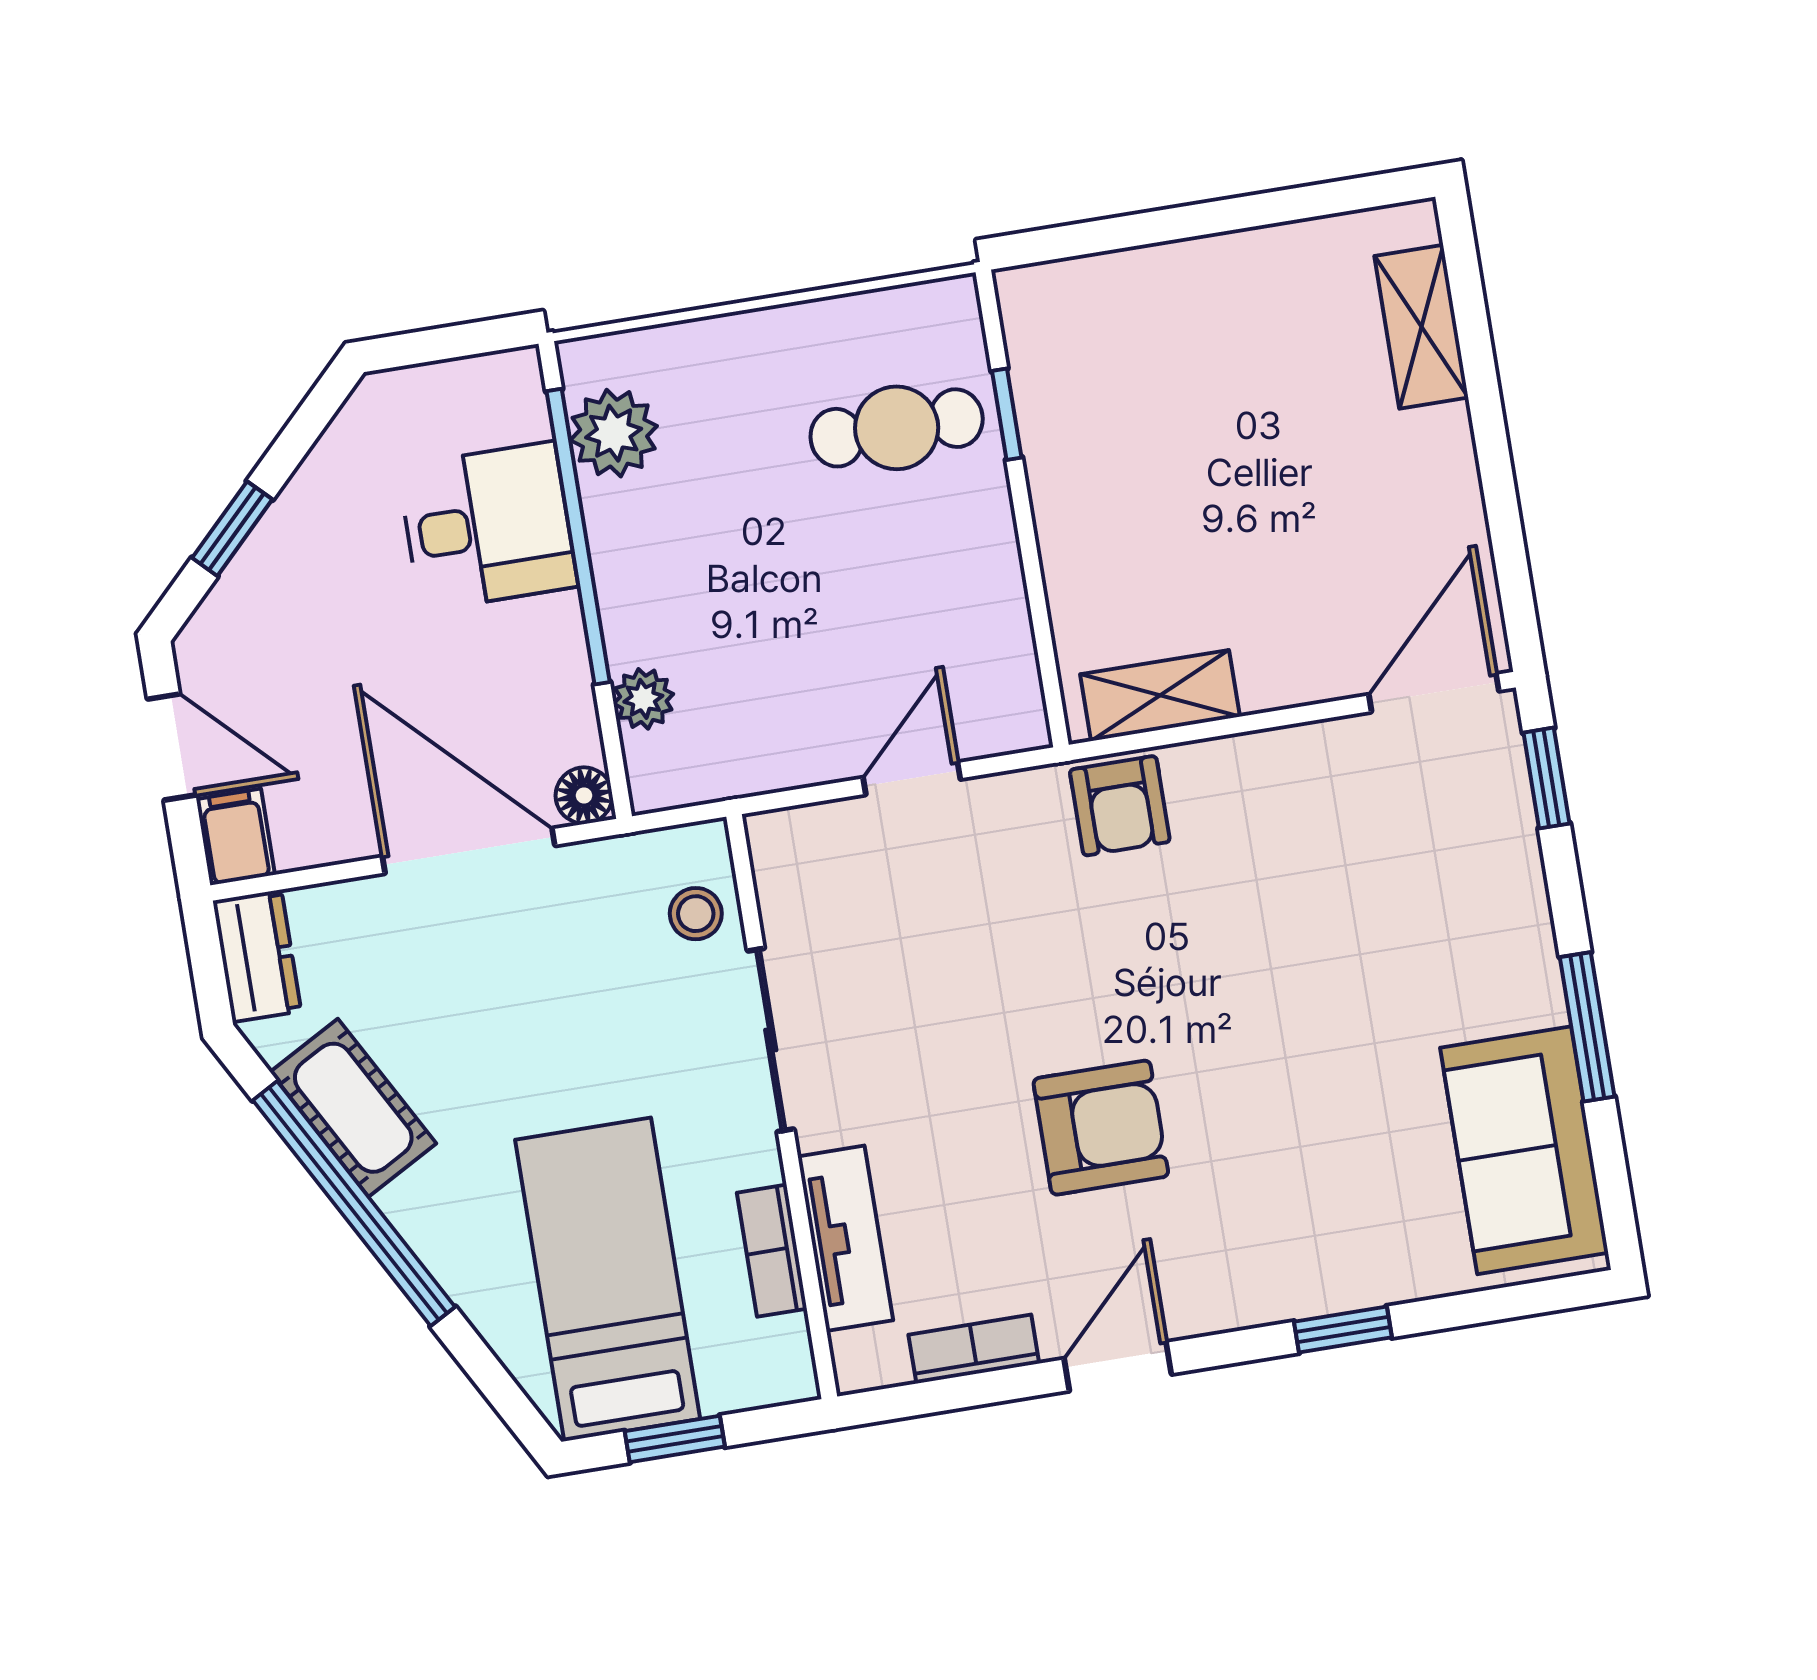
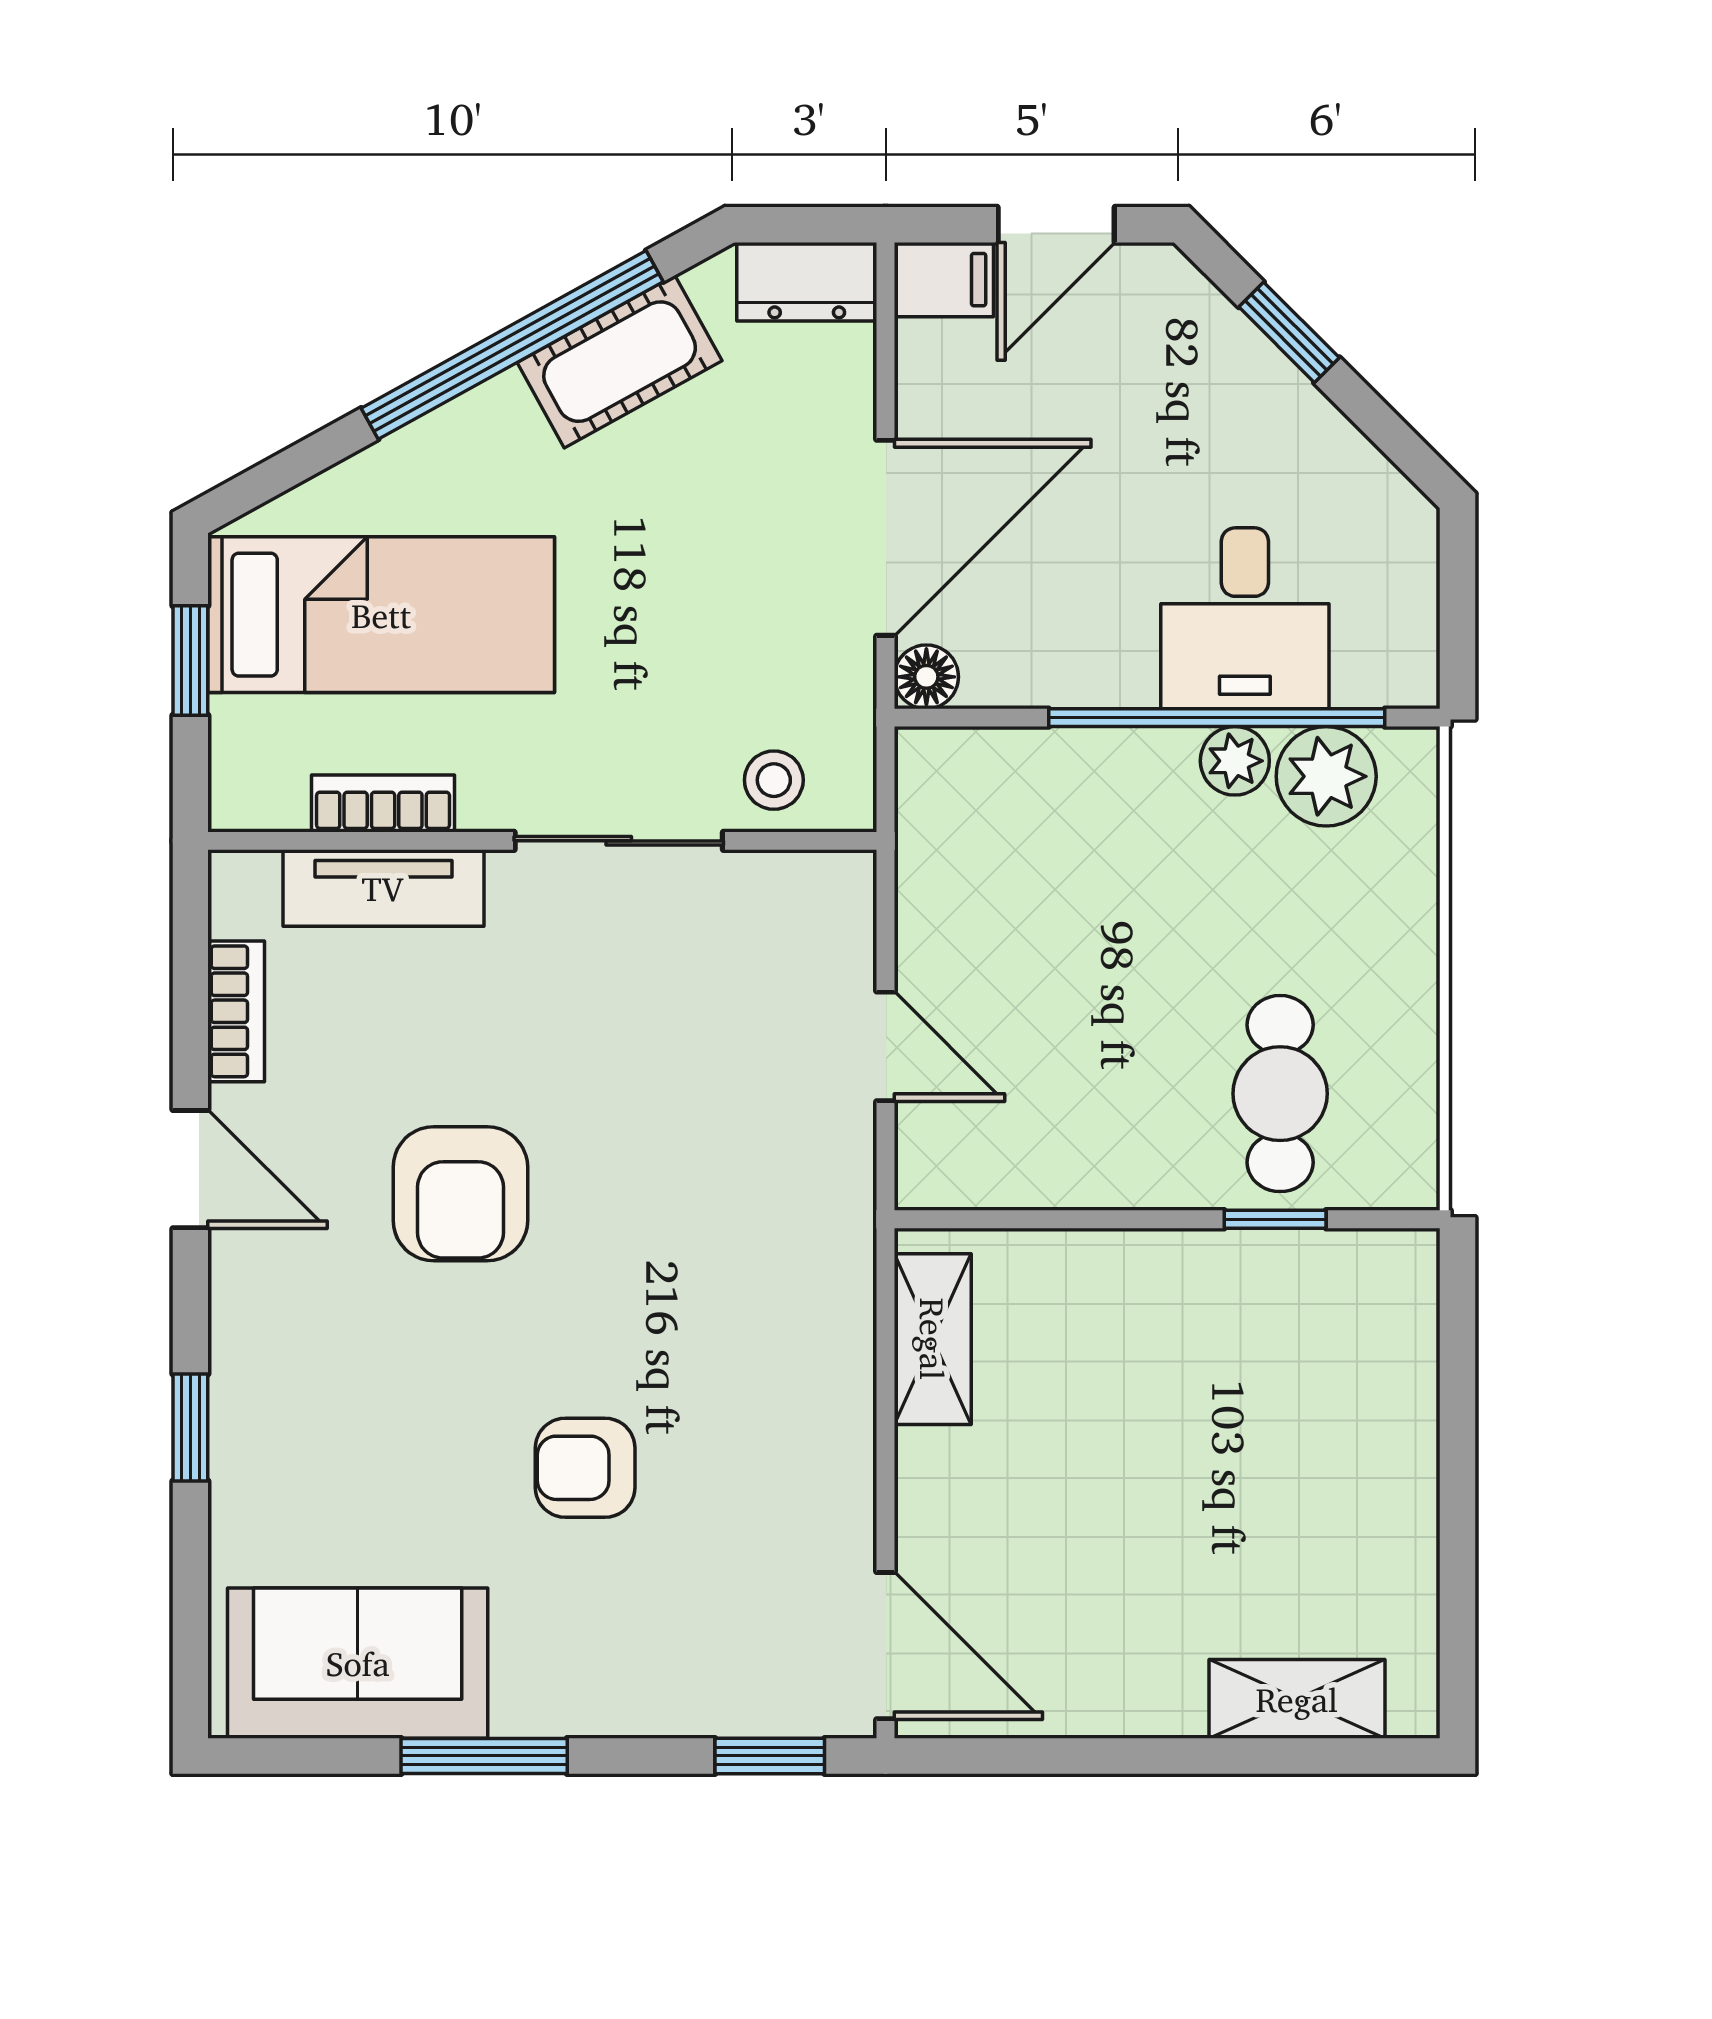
plant: (643, 699) -> (1235, 761), moved
armchair: (1120, 806) -> (585, 1468), moved

